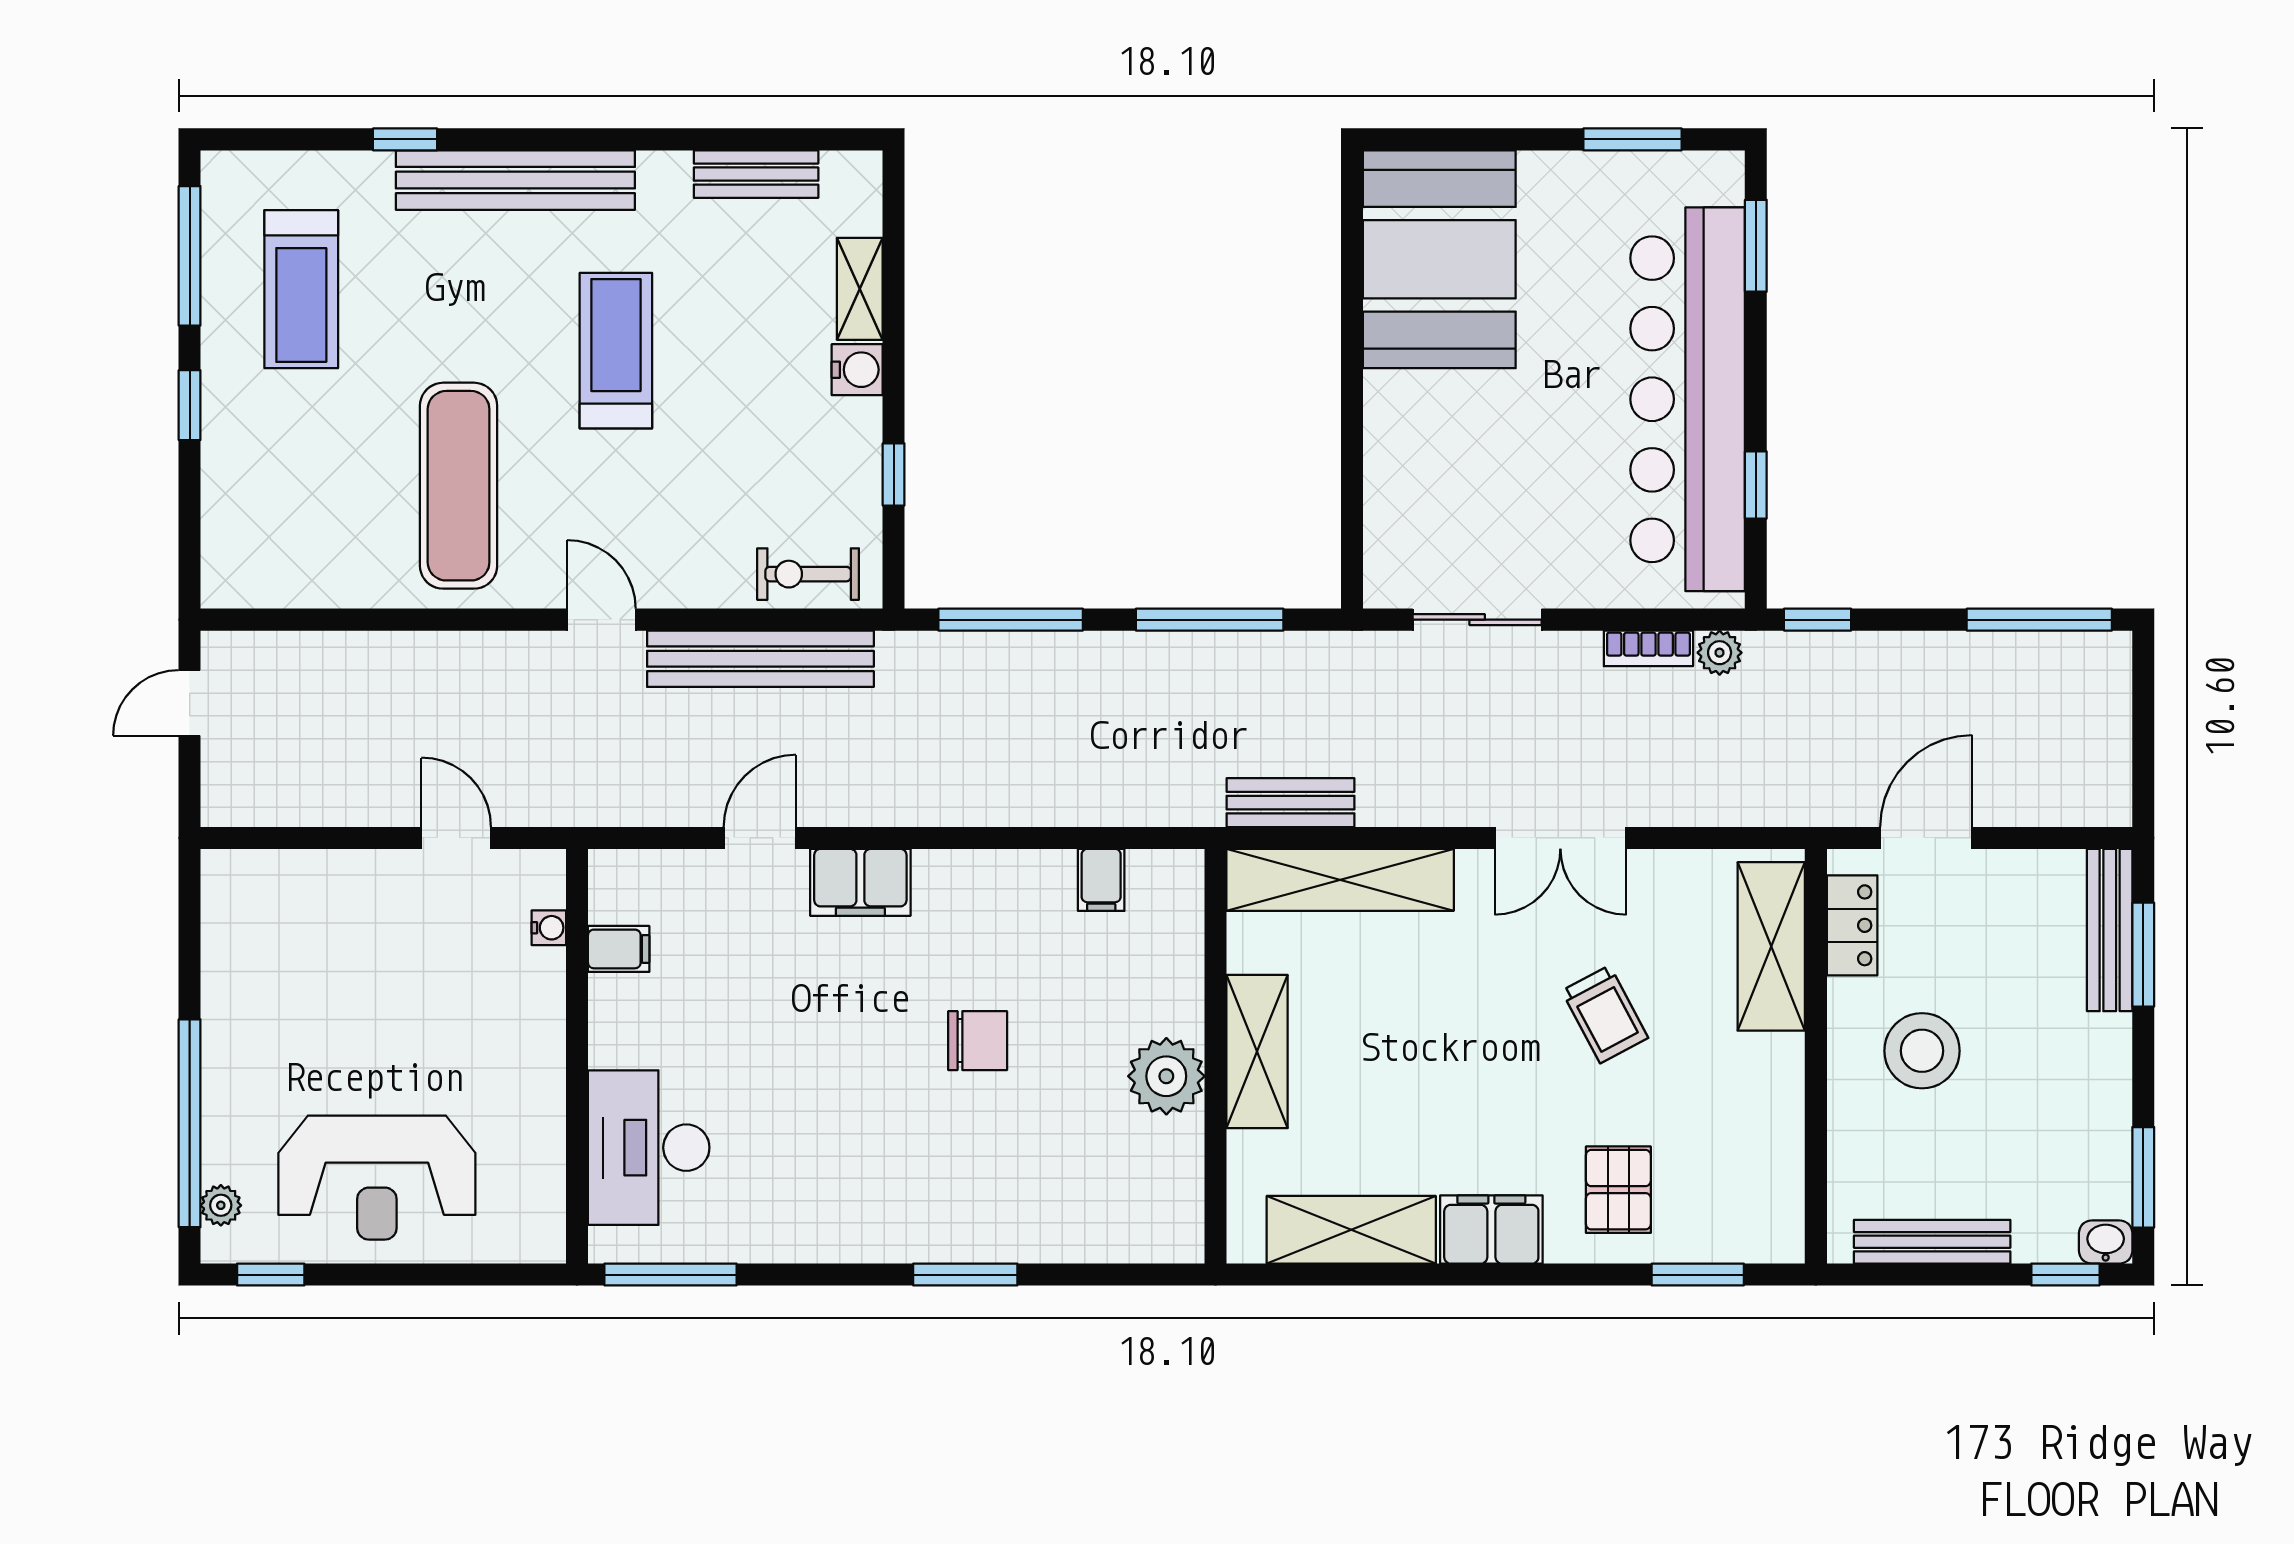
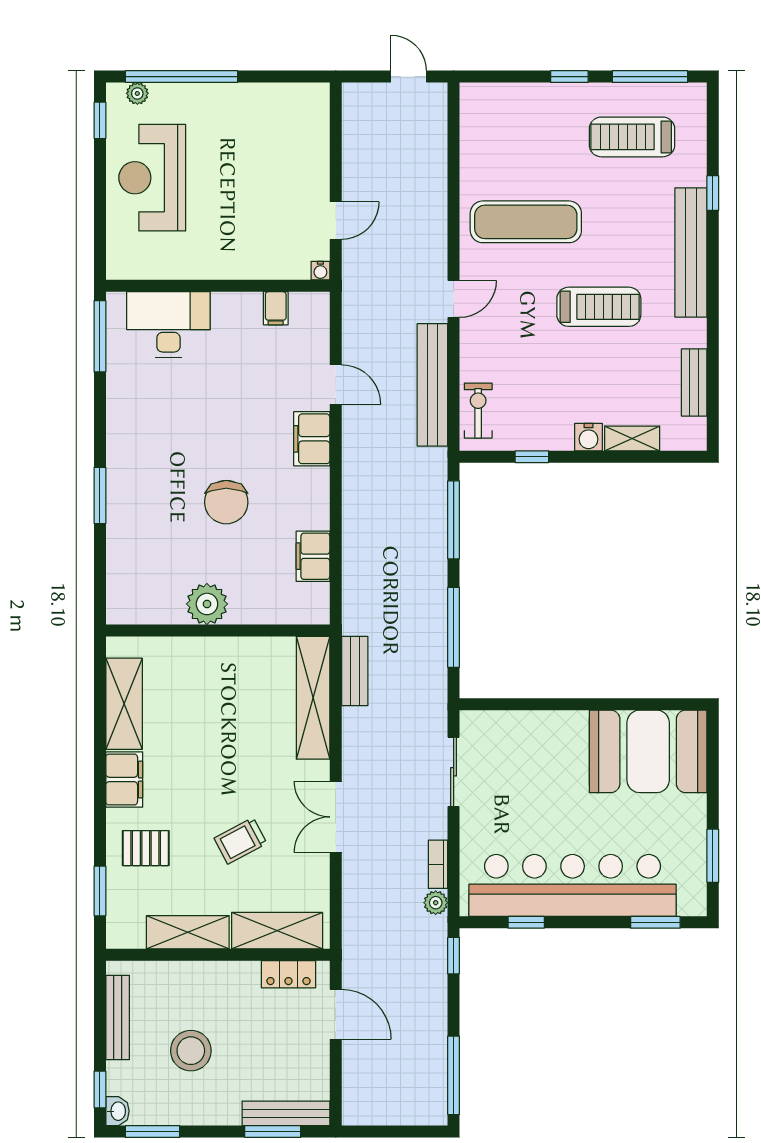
filing cabinet: (1101, 880) -> (313, 556), width x2.00
water cooler: (549, 928) -> (320, 271), moved
chair: (978, 1041) -> (226, 502), width x1.37, depth x1.37
stool: (1922, 1051) -> (191, 1051), moved
shelving: (1257, 1052) -> (188, 932), moved

